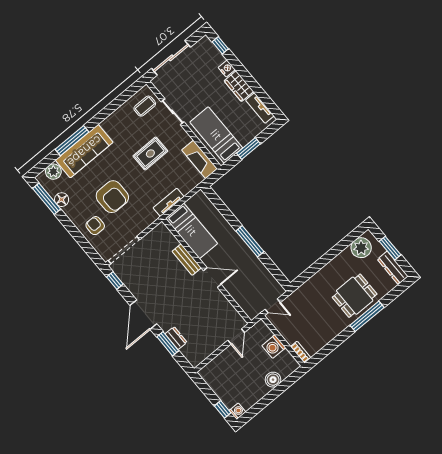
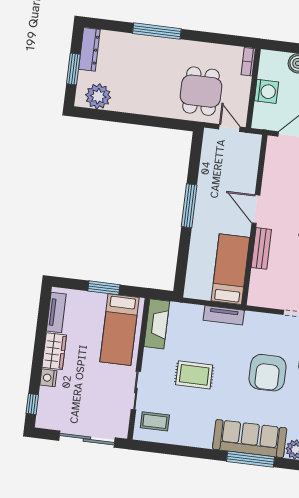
armchair: (112, 197) -> (268, 373), turned 180
dining table: (355, 296) -> (201, 91), moved, turned 90

